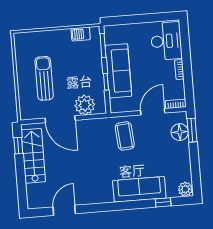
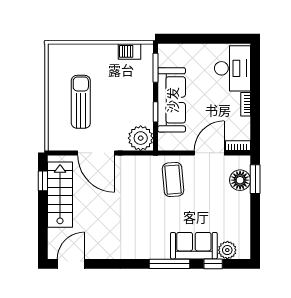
plant: (85, 105) -> (141, 138), moved
sofa: (139, 189) -> (194, 246), width x0.73
plant: (185, 189) -> (227, 250), moved
window: (127, 205) -> (169, 264), added
door: (64, 210) -> (71, 264), moved

